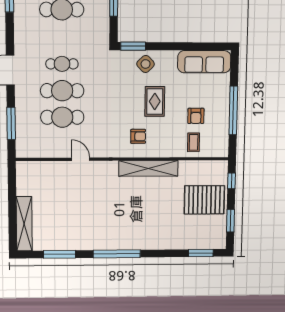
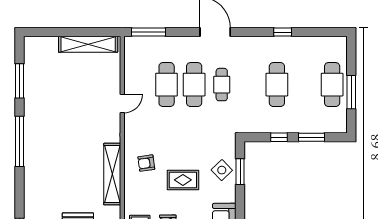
window: (133, 46) -> (240, 172), moved
window: (11, 123) -> (149, 32), moved
armchair: (138, 136) -> (146, 163), turned 82
shelving: (24, 224) -> (88, 44), moved

